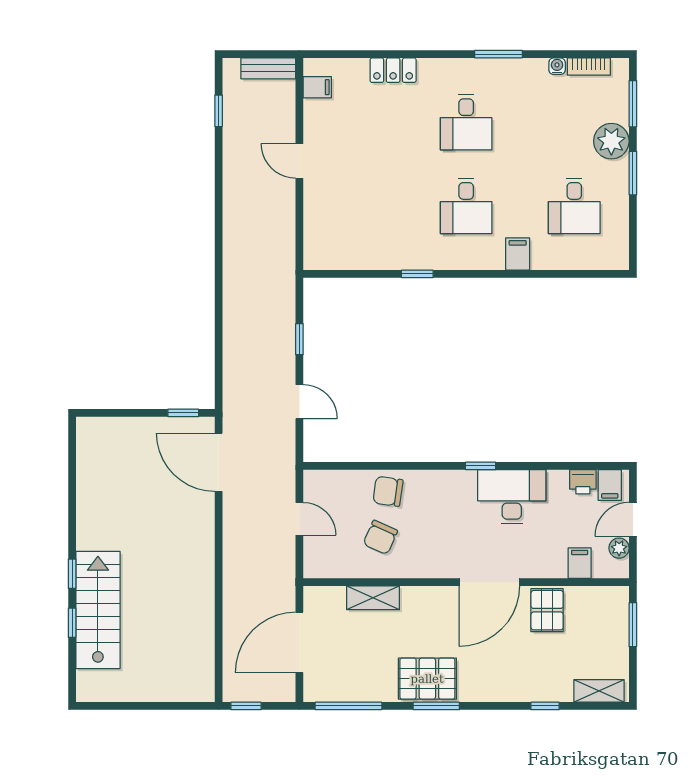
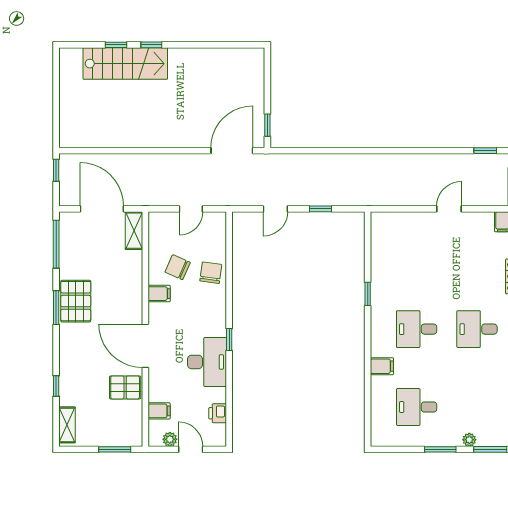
plant: (611, 141) -> (469, 440), width x0.53, depth x0.53
filing cabinet: (610, 485) -> (159, 294), moved, turned 180
shelving: (373, 598) -> (134, 231), moved

